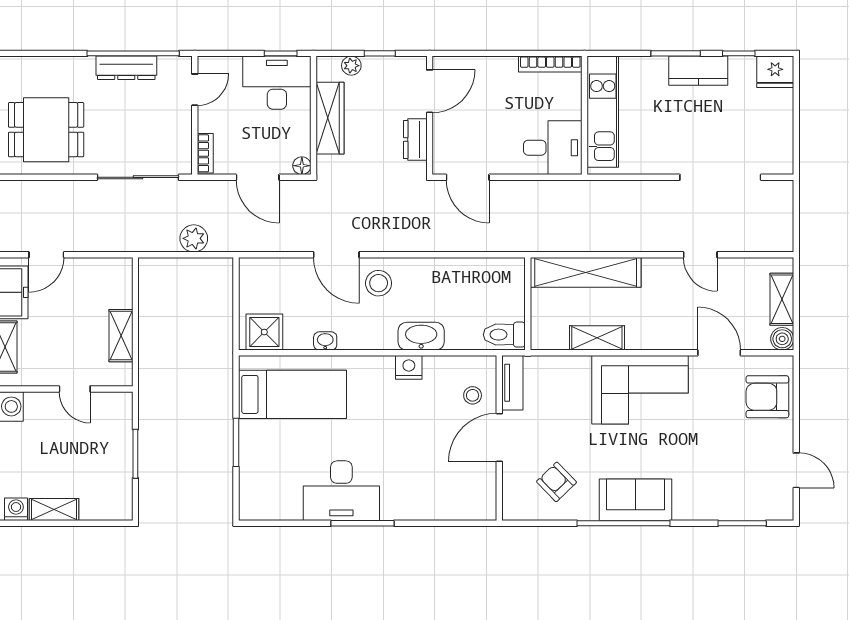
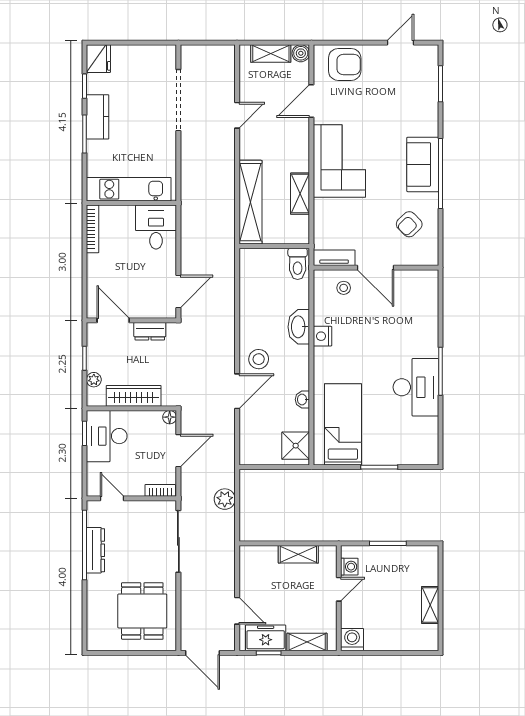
armchair: (767, 397) -> (345, 64), turned -90
washing machine: (16, 509) -> (349, 567), moved, turned 180

